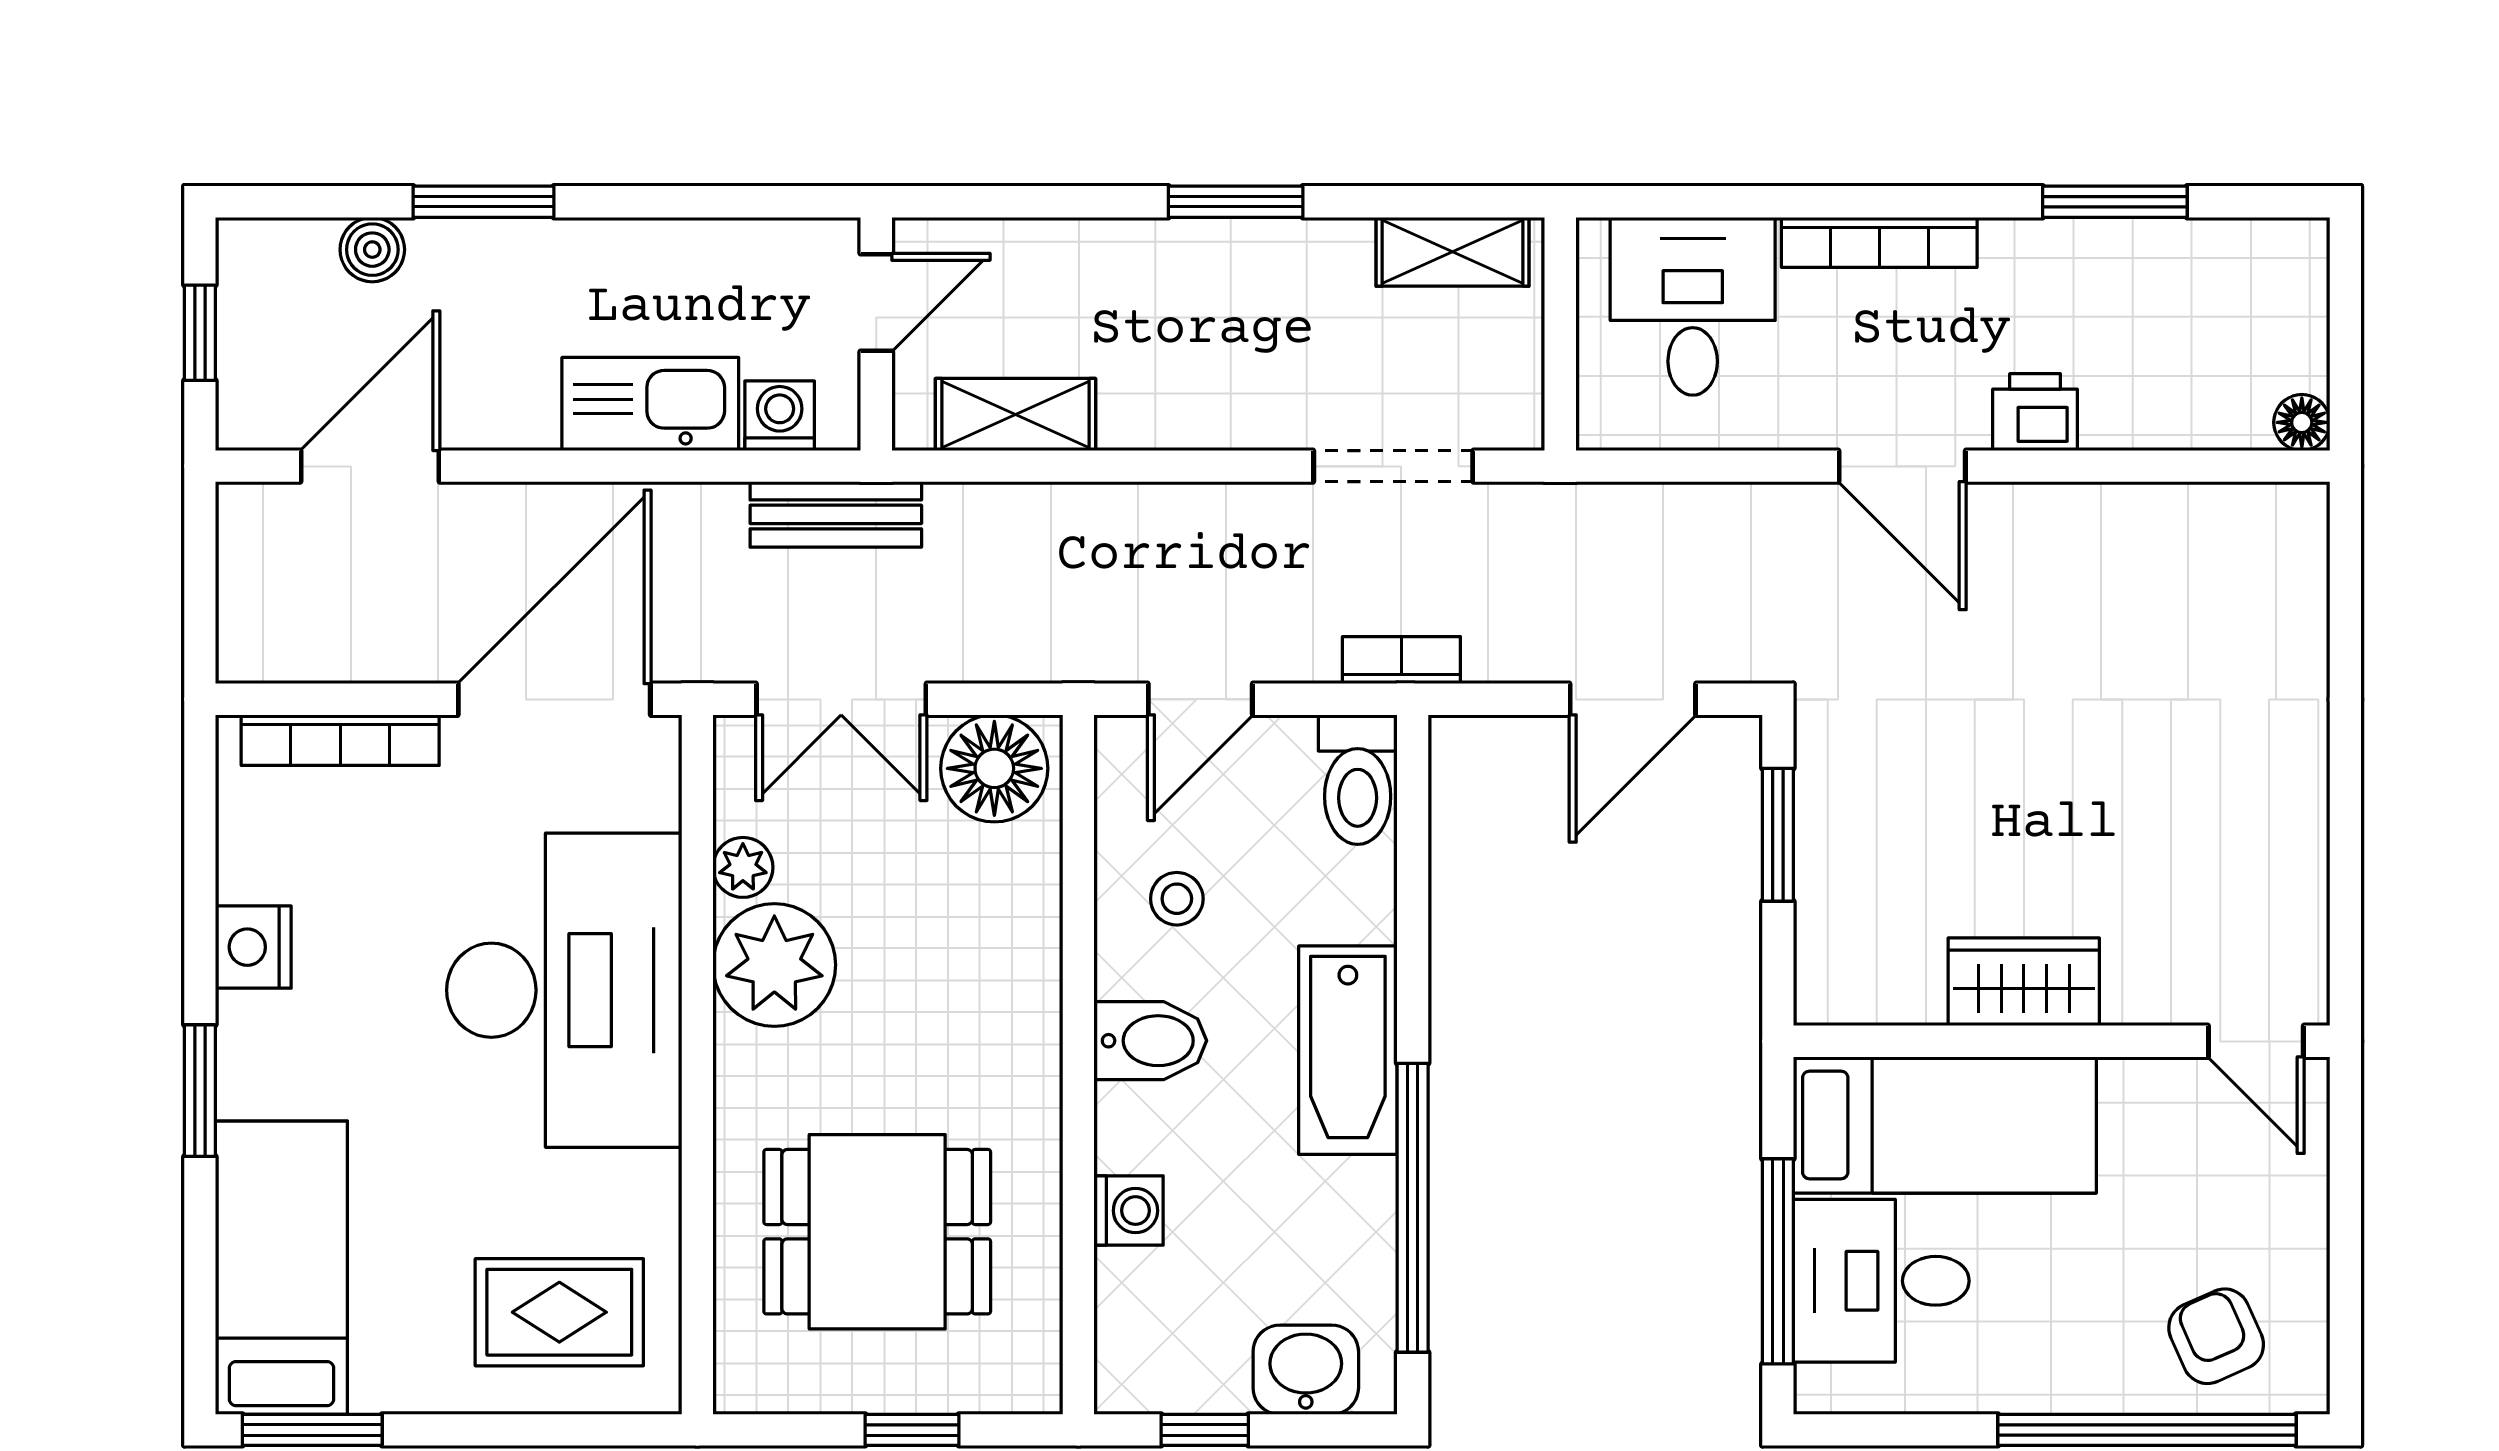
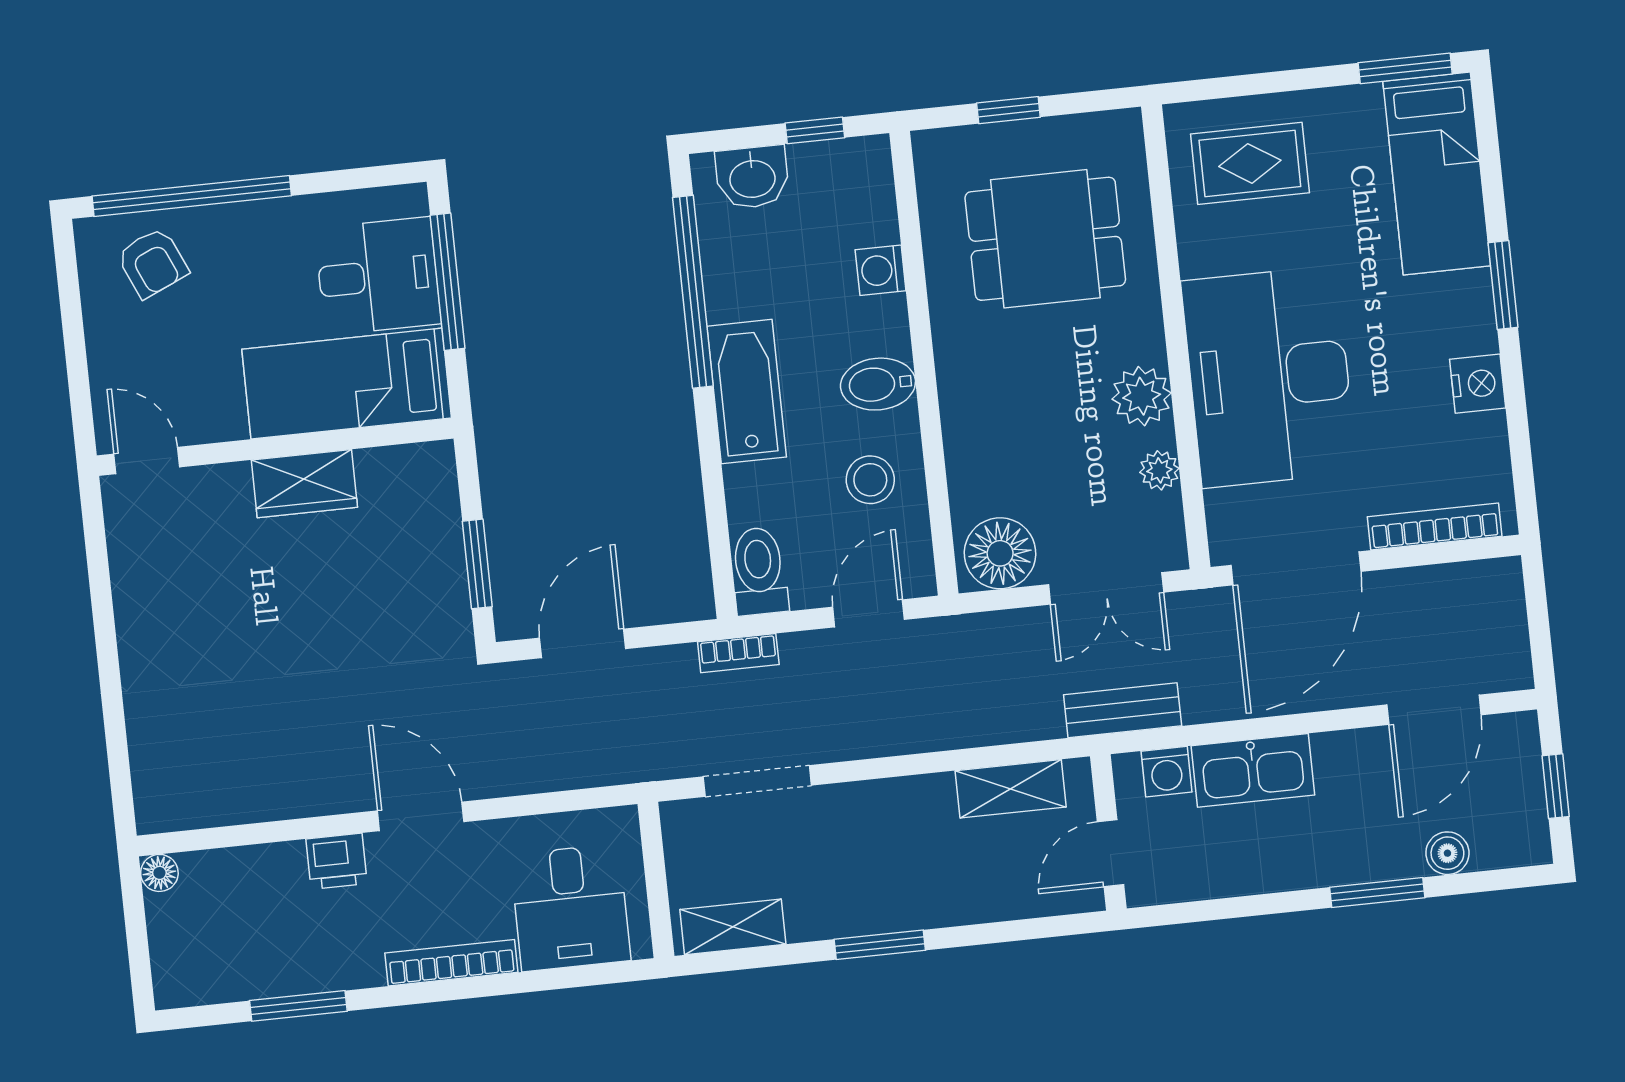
double door: (841, 699) -> (1106, 588), swing flipped
stool: (1177, 899) -> (870, 480), width x1.37, depth x1.37
plant: (774, 965) -> (1142, 396), width x0.73, depth x0.73

